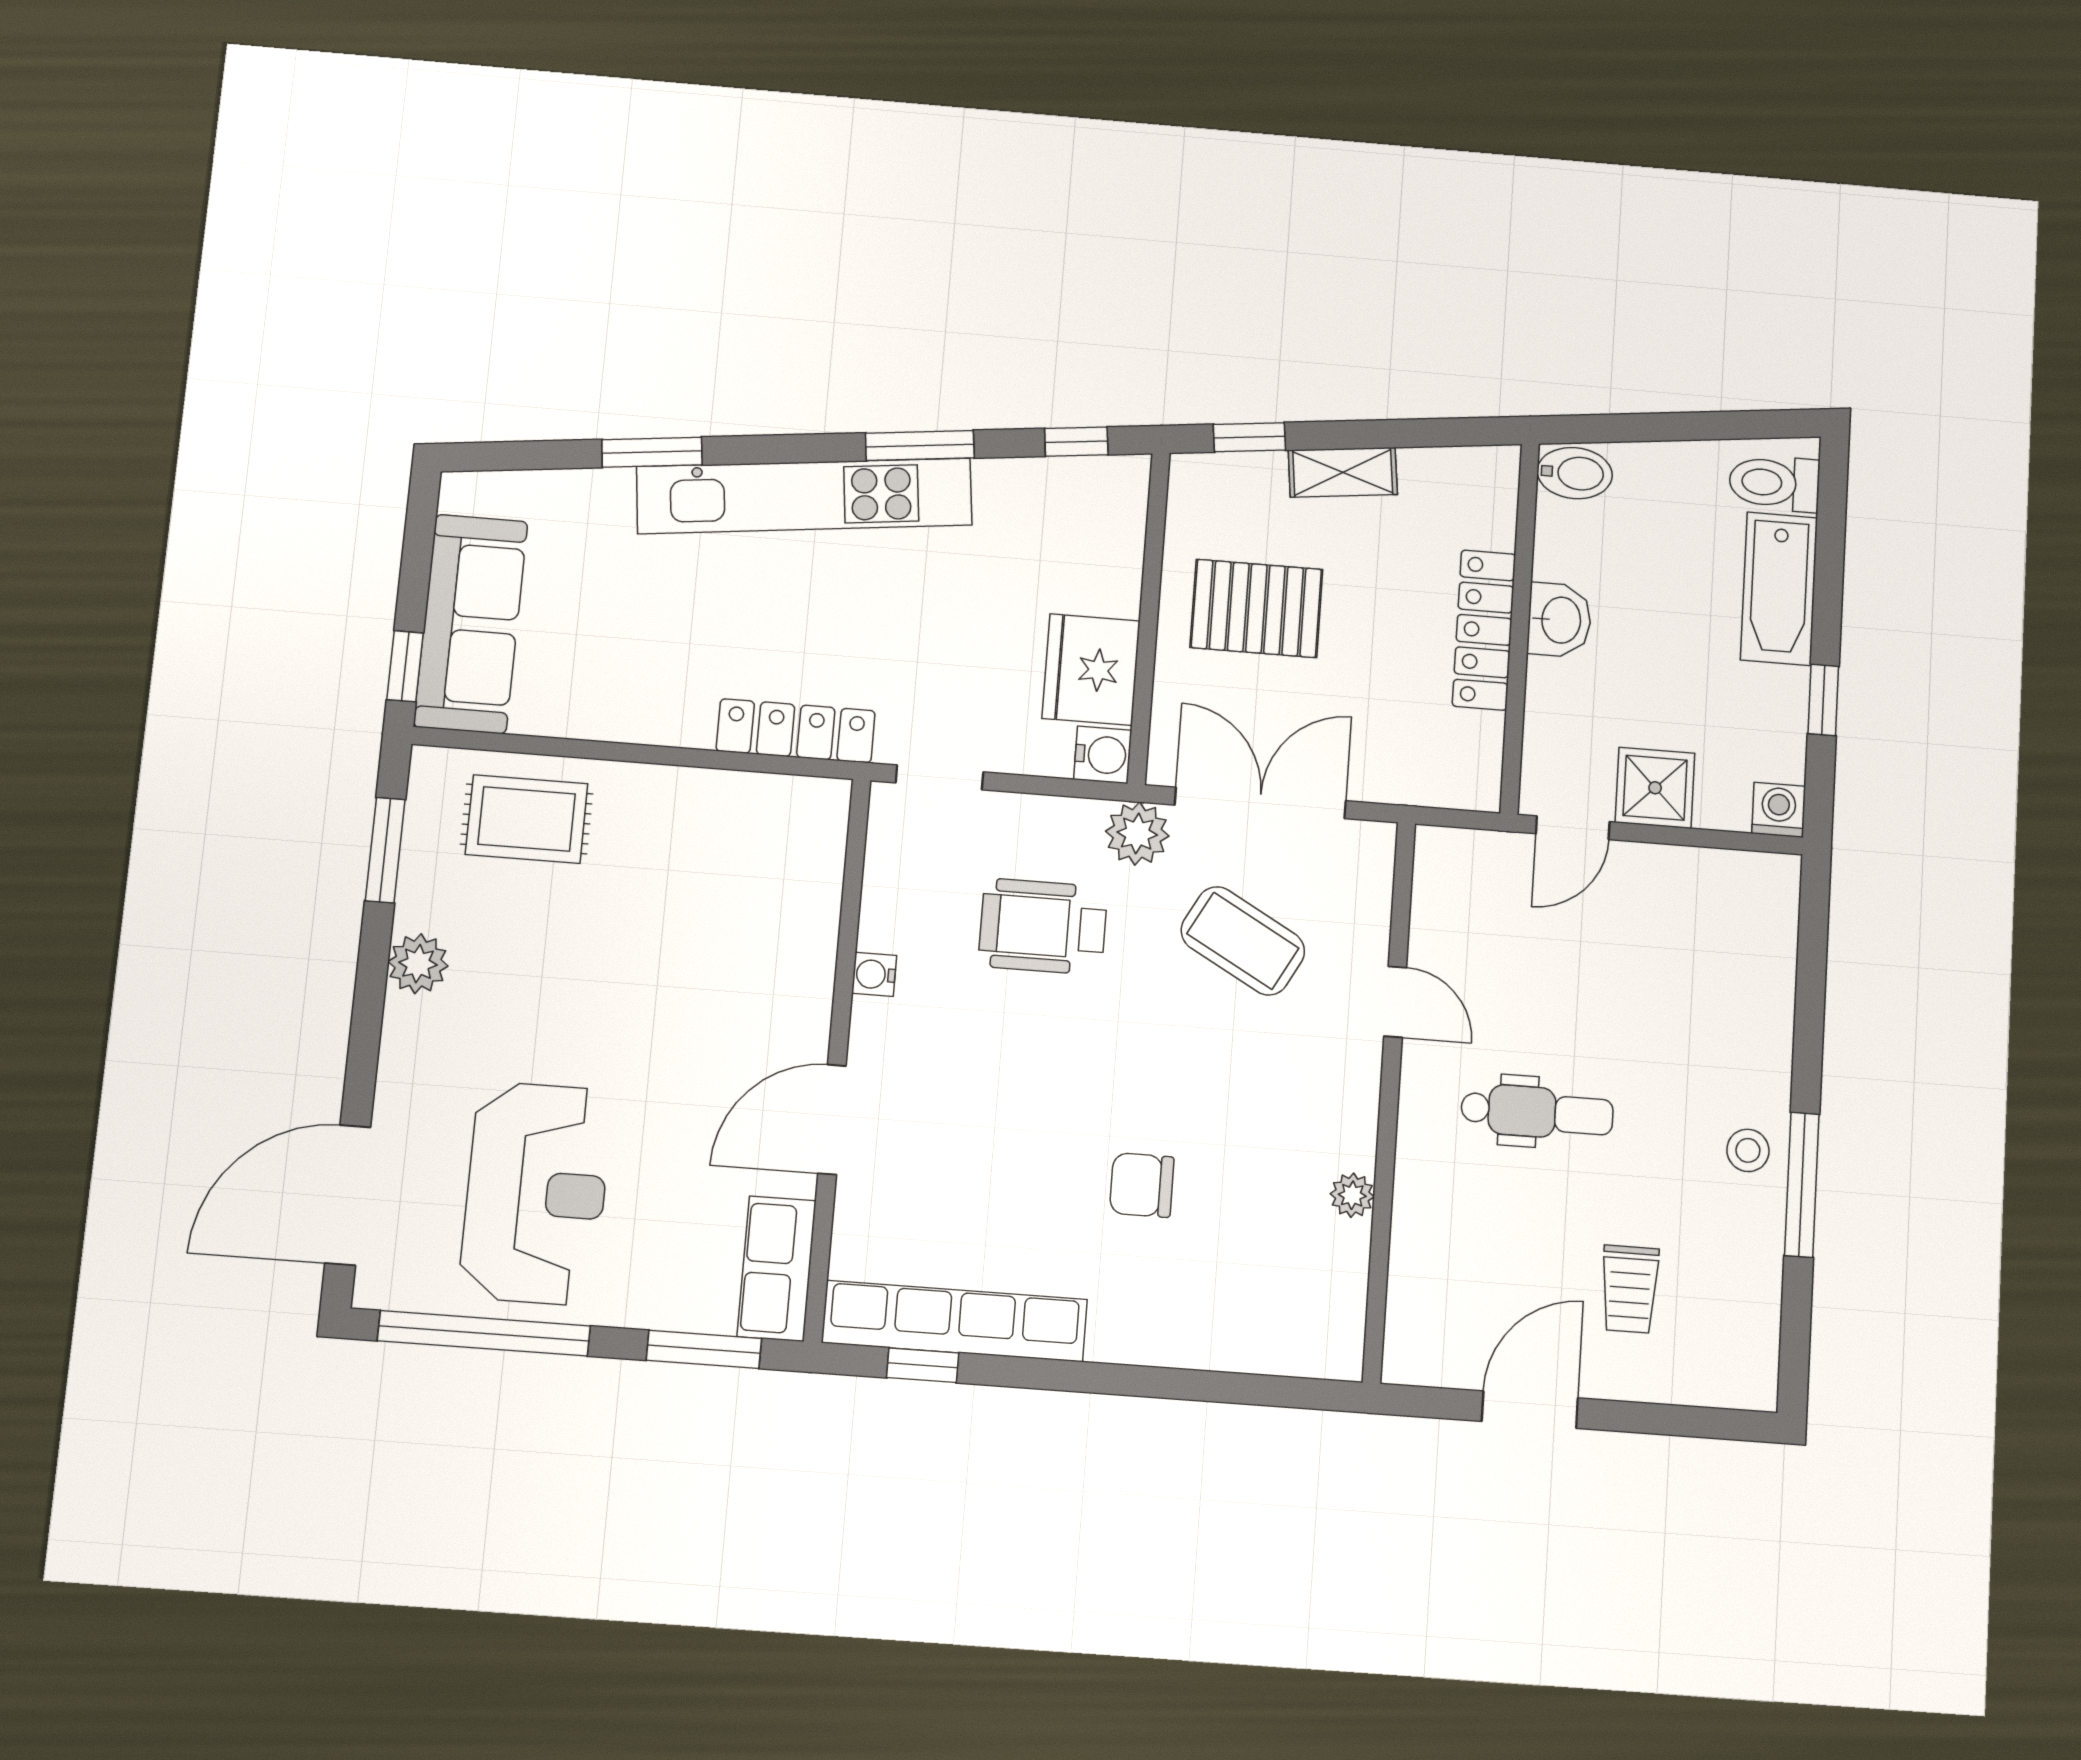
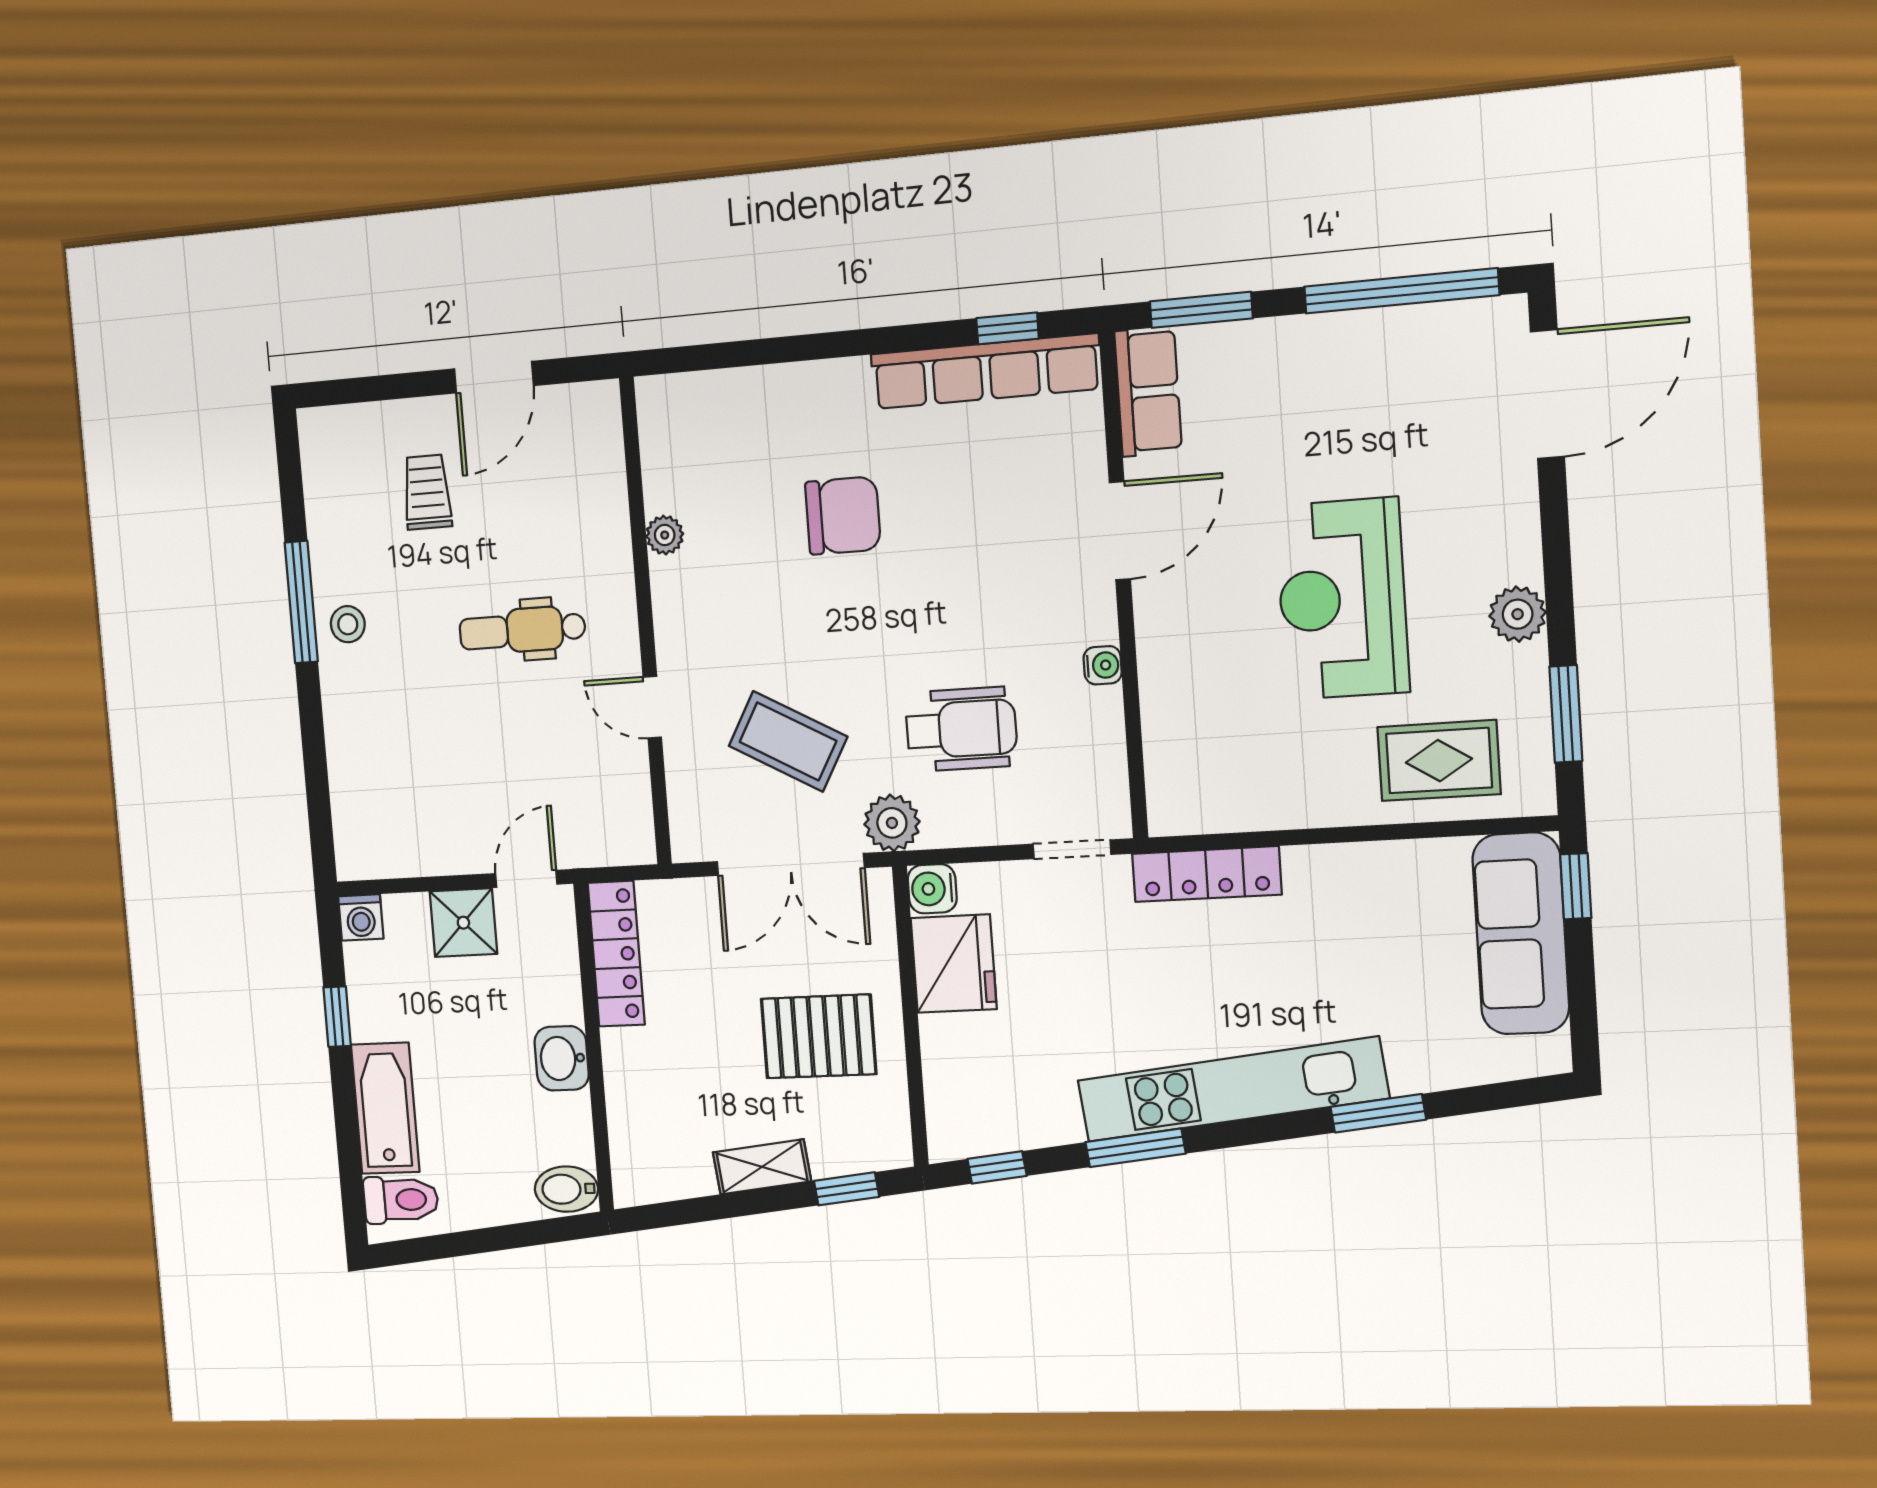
locker: (1484, 630) -> (616, 954), moved
chair: (1142, 1185) -> (843, 516), width x1.37, depth x1.37
reception desk: (536, 1193) -> (1342, 599), moved

